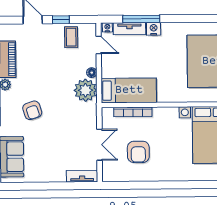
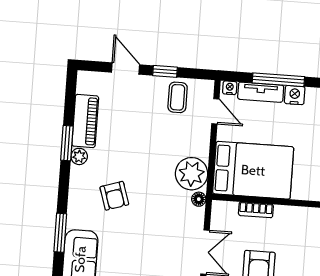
floor lamp: (92, 73) -> (199, 199), moved
bed: (129, 90) -> (253, 170), width x1.50
bookcase: (133, 112) -> (256, 210), width x0.64

